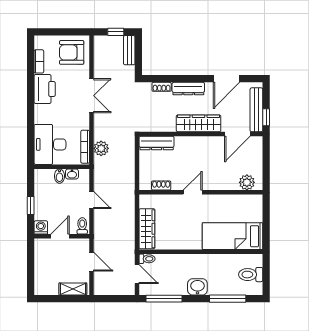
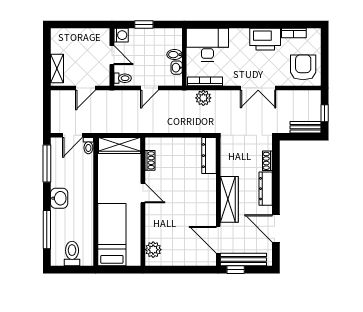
plant: (247, 182) -> (153, 250), moved
shoe rack: (161, 185) -> (150, 160), moved
door: (193, 192) -> (143, 193), moved
wall: (201, 192) -> (143, 202), moved

